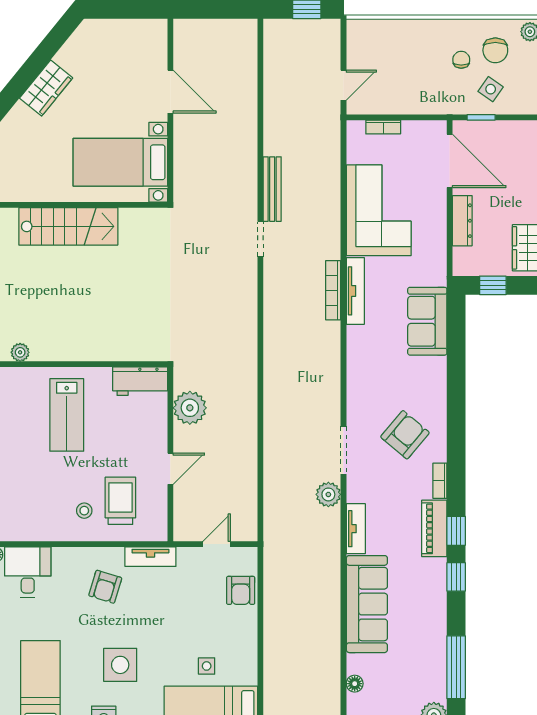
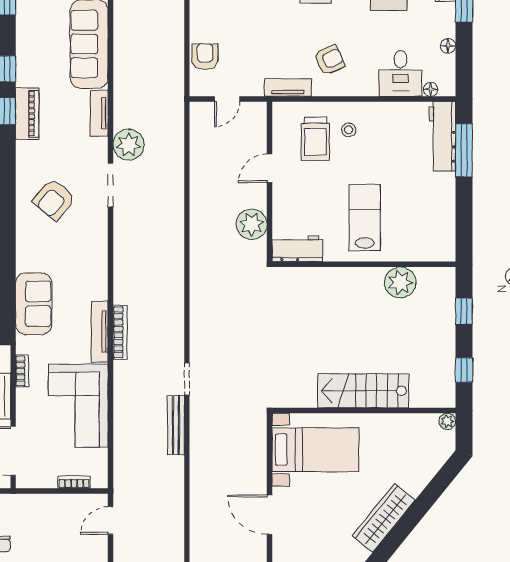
wardrobe: (46, 88) -> (384, 518), width x1.50
plant: (20, 352) -> (400, 282), width x1.87, depth x1.87
bookcase: (440, 481) -> (22, 371), moved
plant: (328, 494) -> (129, 145), width x1.36, depth x1.36
armchair: (105, 587) -> (329, 60), turned 48

